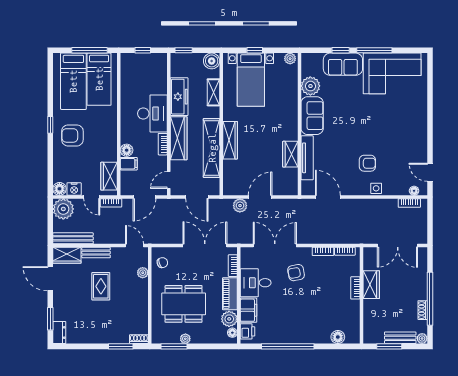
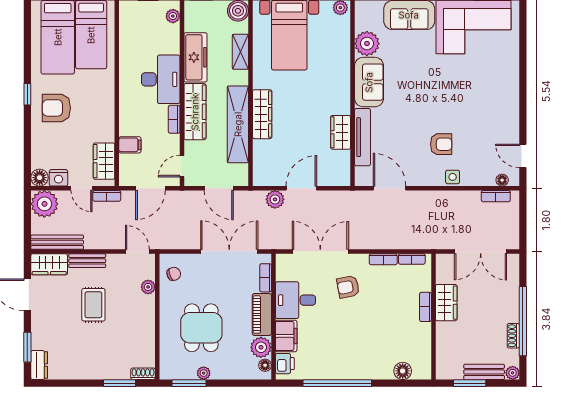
plant: (162, 65) -> (173, 16), added
floor lamp: (127, 150) -> (127, 127), removed
dining table: (184, 304) -> (201, 328), width x0.73

